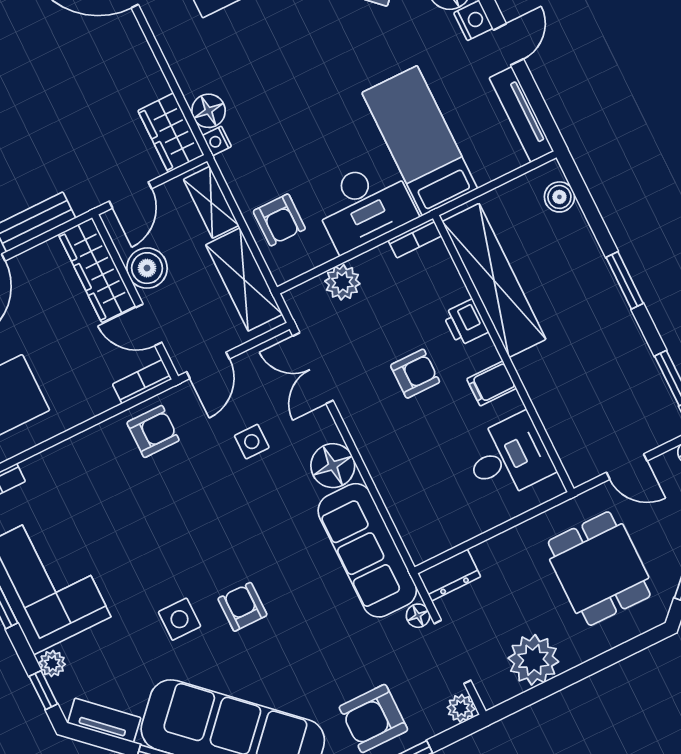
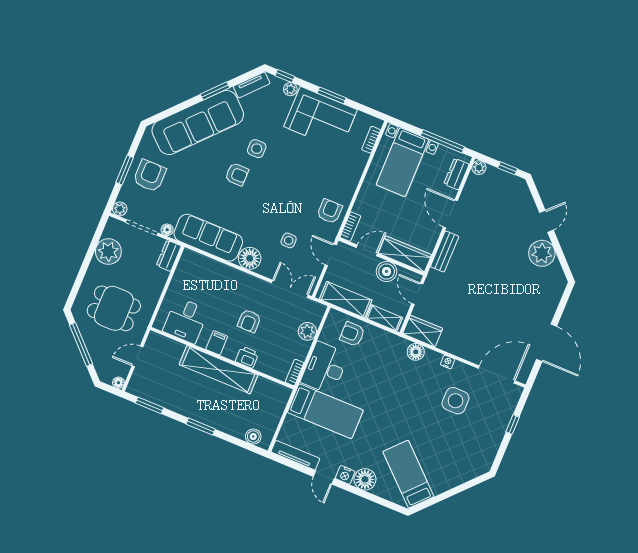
nightstand: (217, 141) -> (448, 362), moved
shelving: (494, 280) -> (219, 370), moved
armchair: (153, 431) -> (330, 211), turned 180

